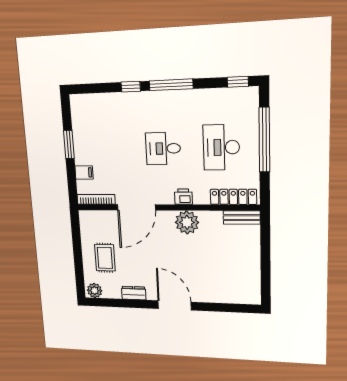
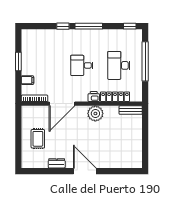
locker: (233, 197) -> (115, 97), moved
plant: (95, 291) -> (29, 163), removed

